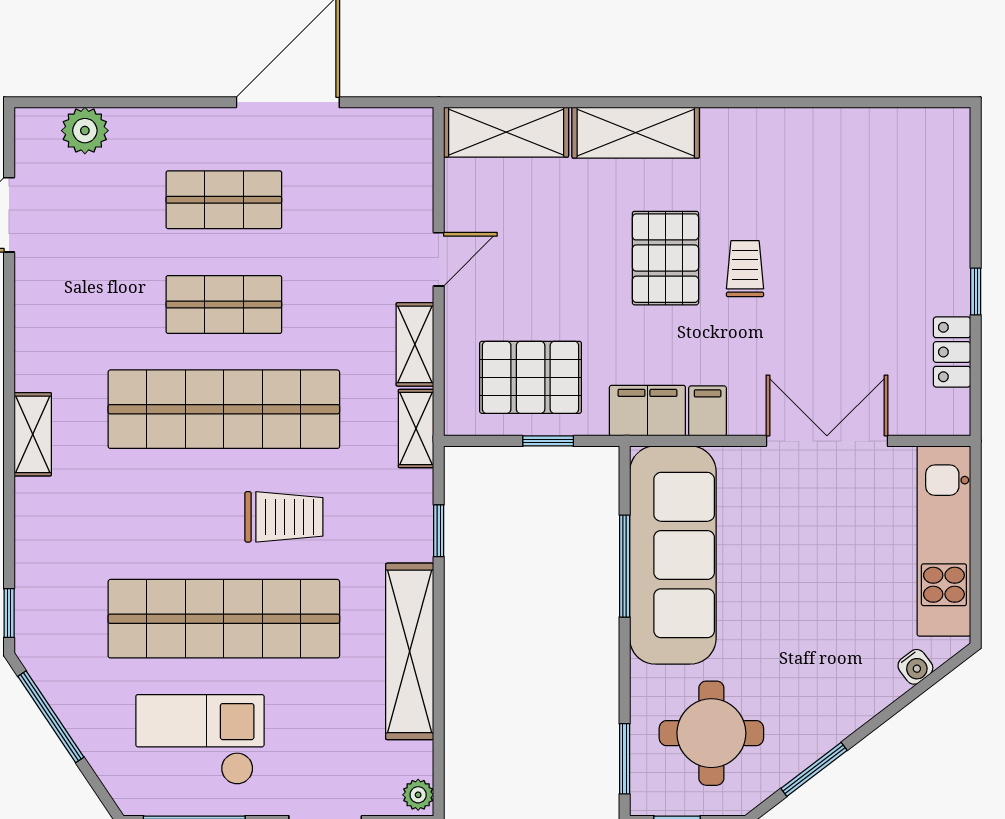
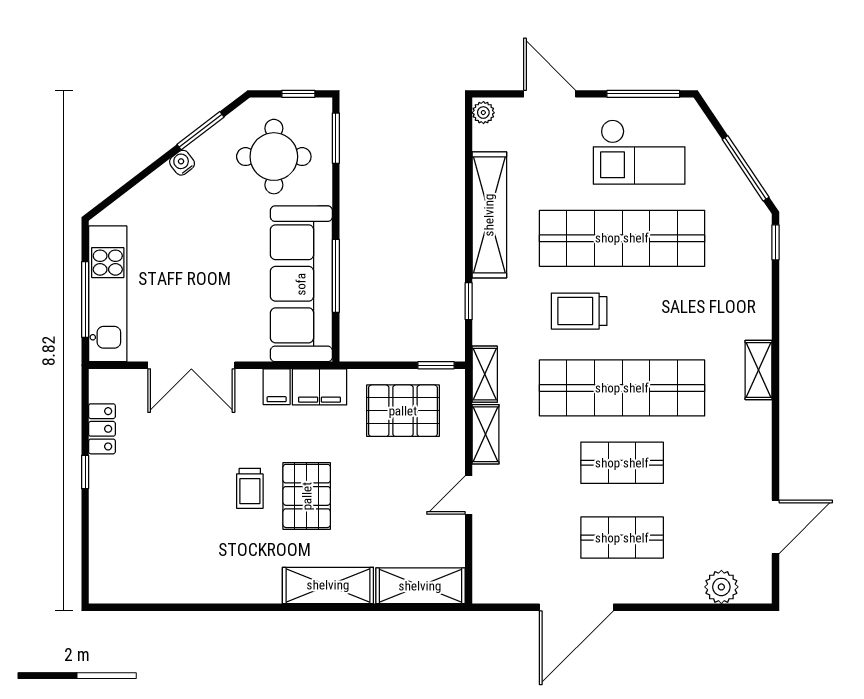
window: (548, 441) -> (436, 365), moved
window: (976, 533) -> (85, 299), added
water cooler: (915, 667) -> (182, 163), moved

